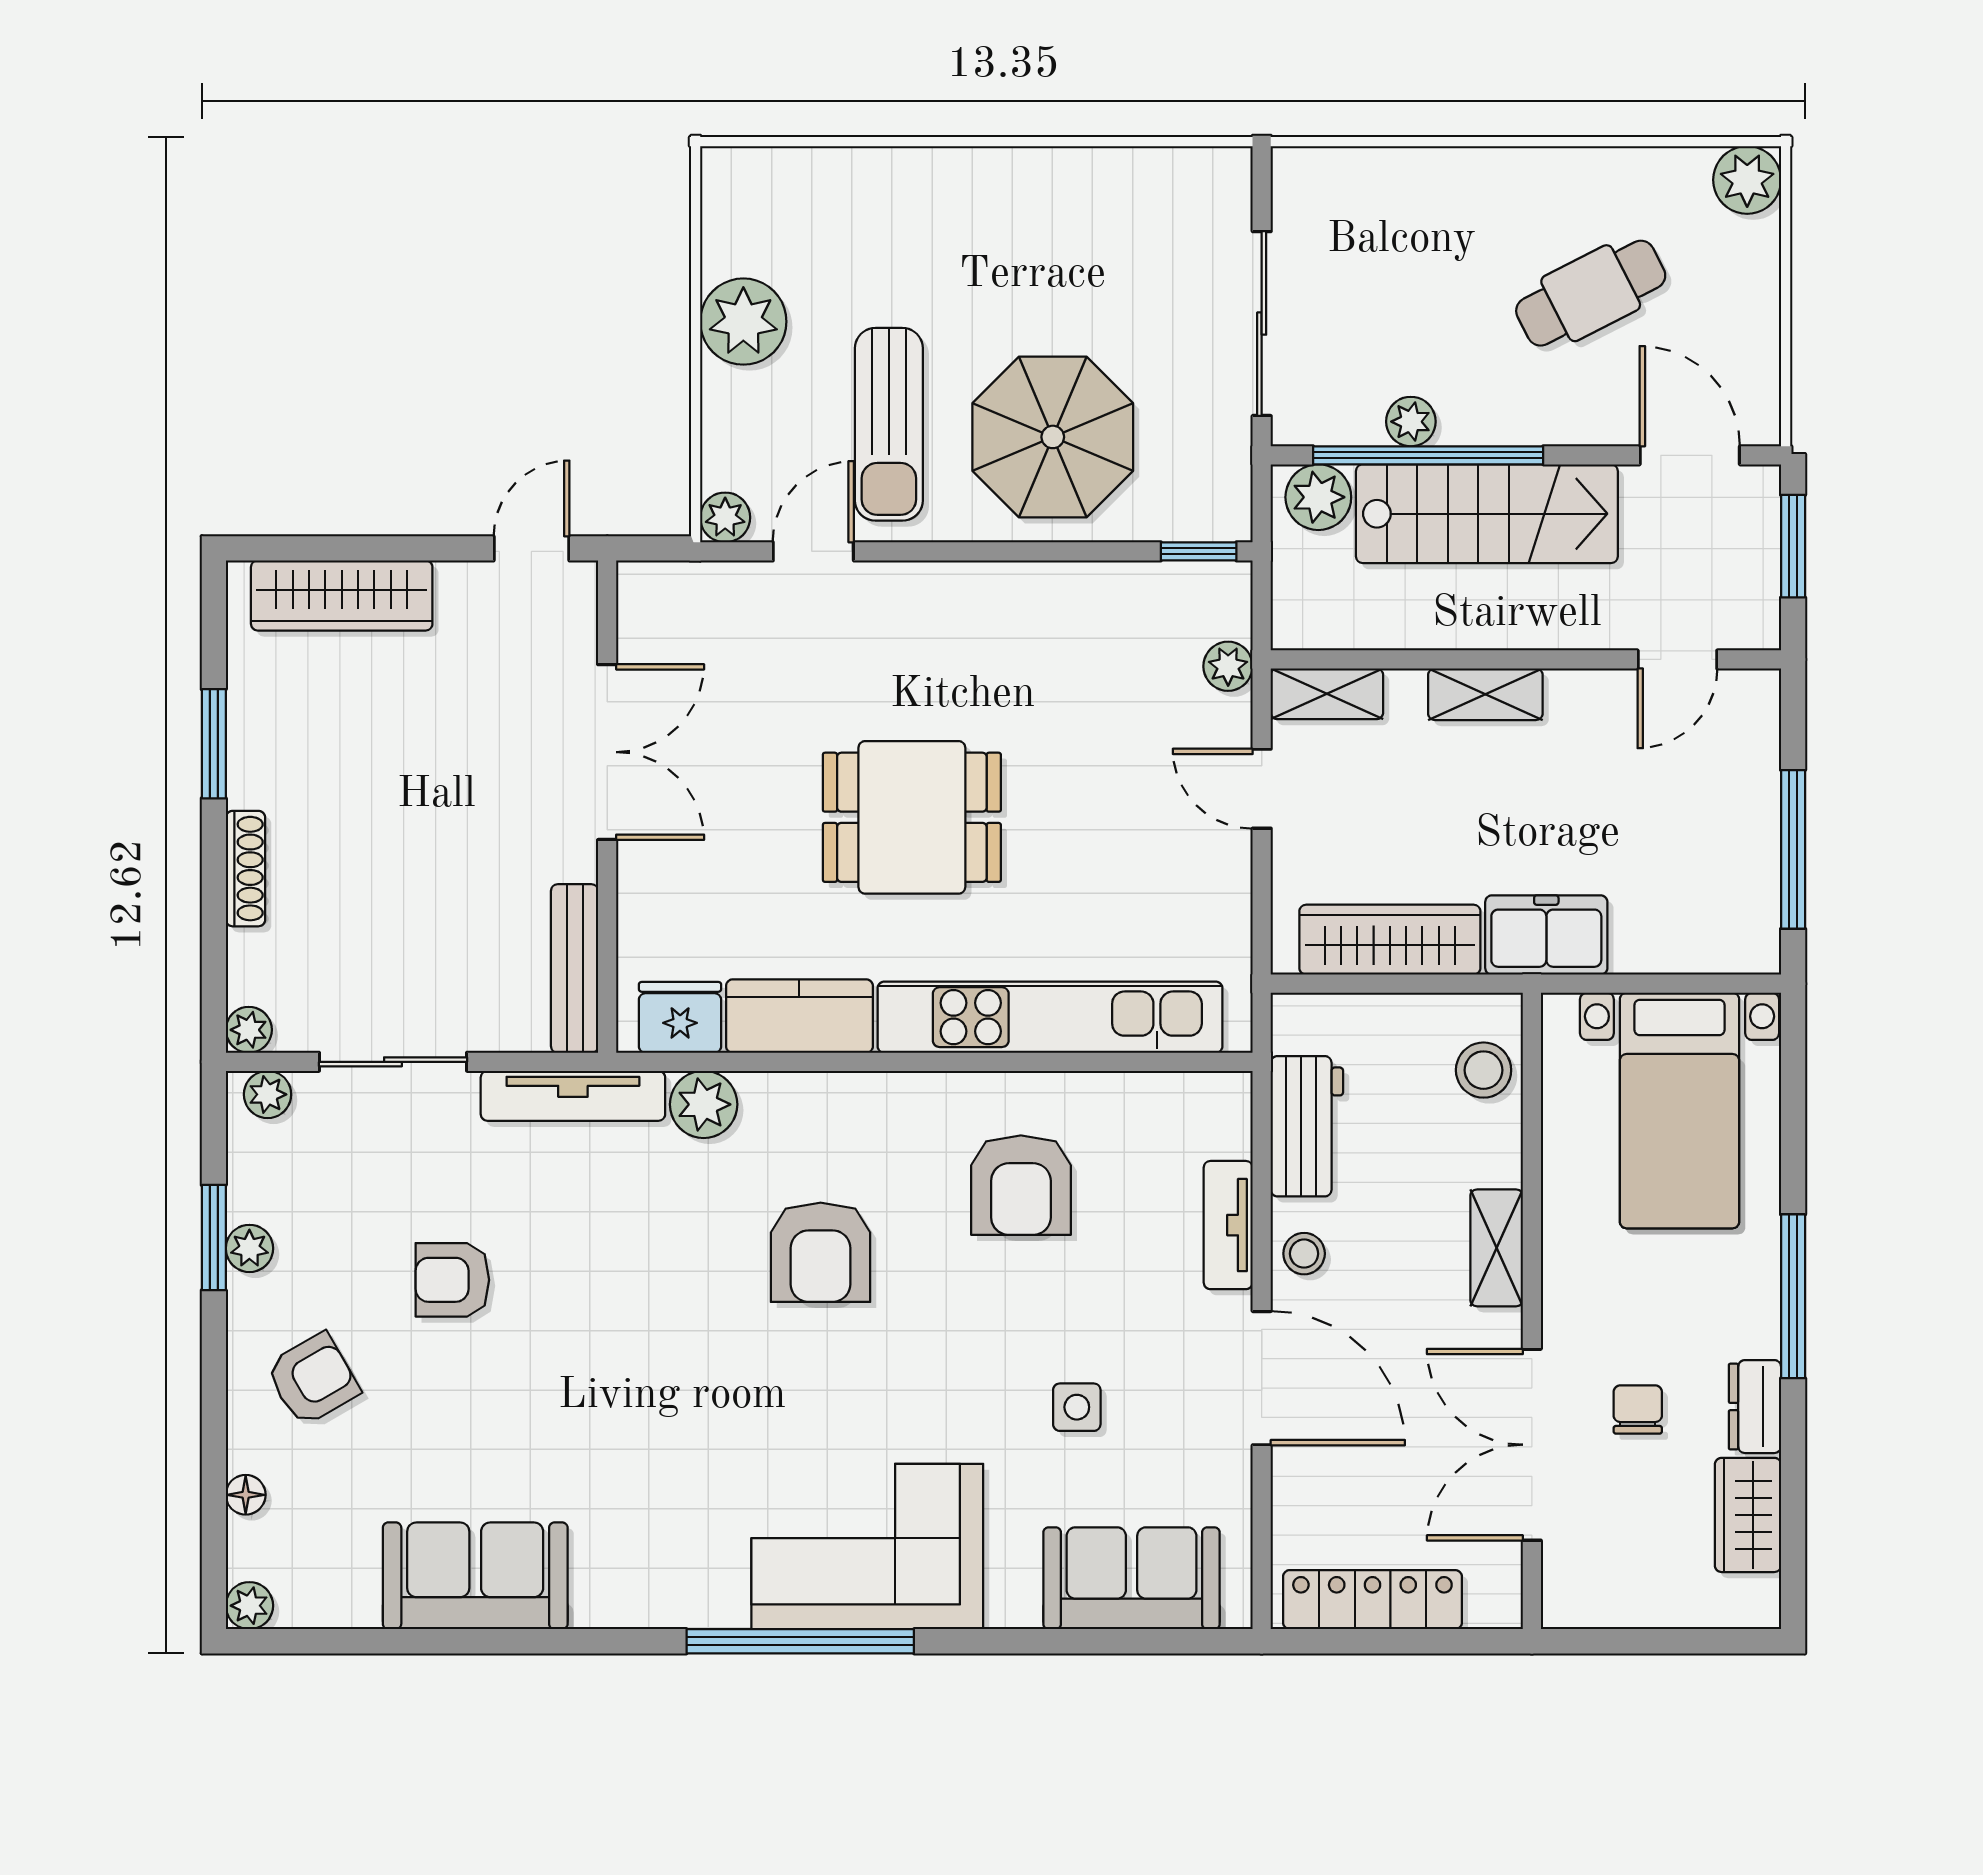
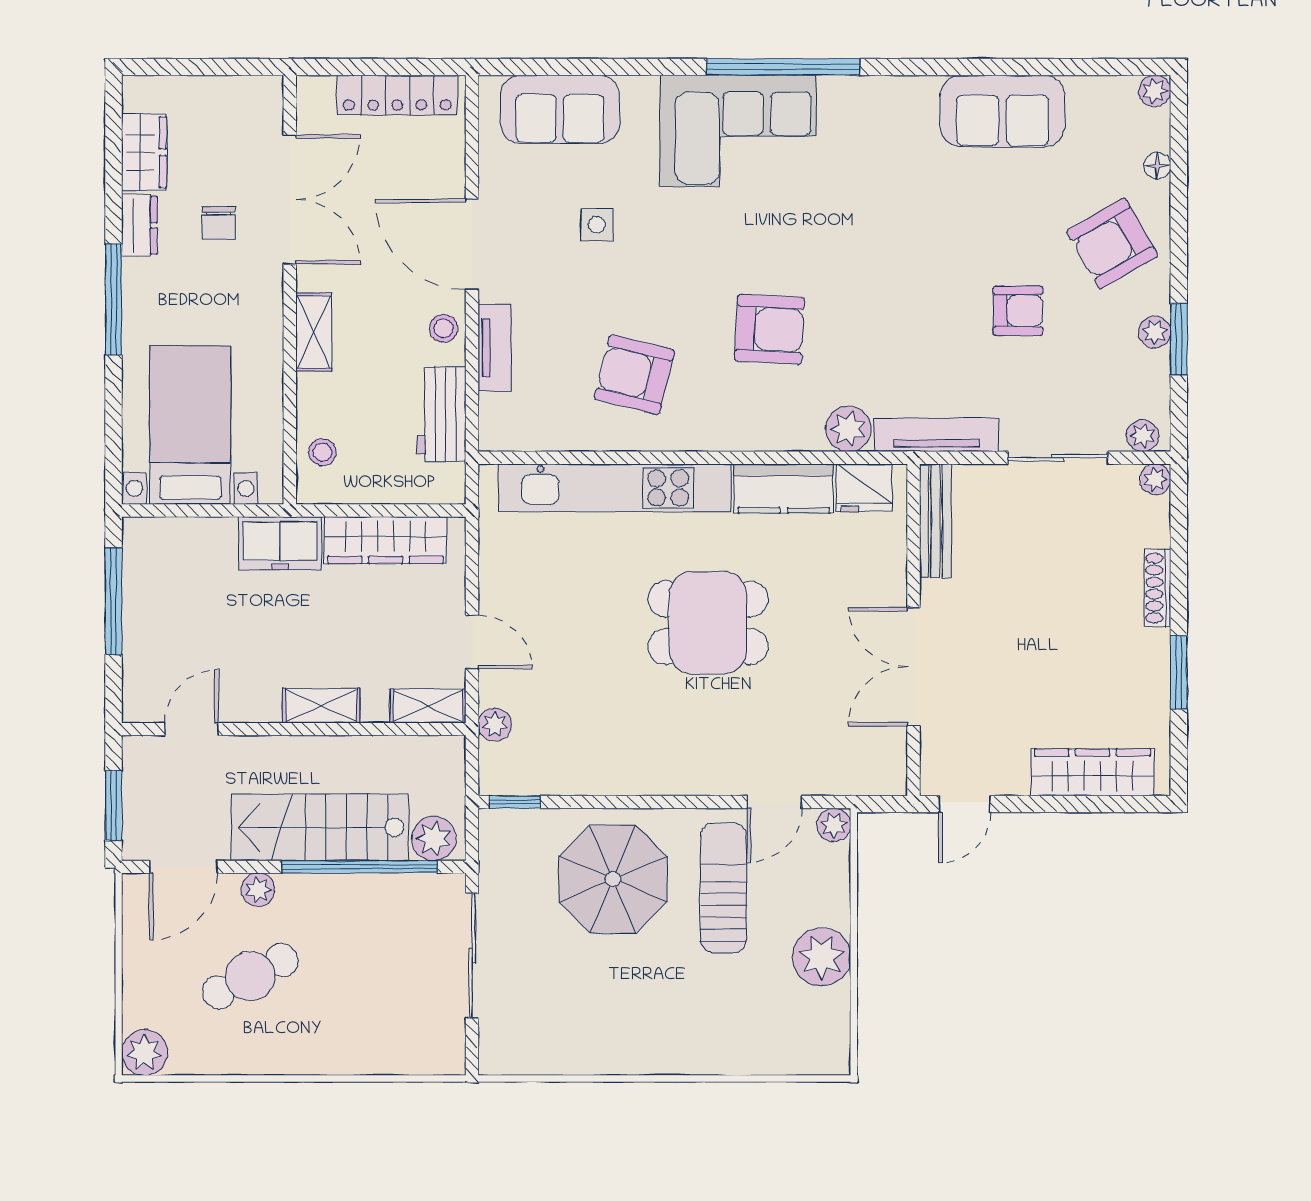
plant: (1411, 422) -> (258, 890), moved
door: (1690, 455) -> (183, 867), hinge flipped
stool: (1484, 1070) -> (322, 452), width x0.73, depth x0.73
armchair: (1021, 1185) -> (634, 375), turned -76
armchair: (821, 1252) -> (770, 329), turned 93
armchair: (313, 1379) -> (1112, 244), width x1.38, depth x1.38

